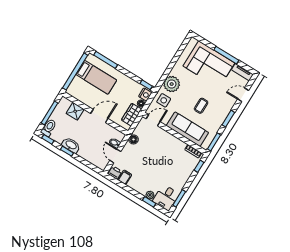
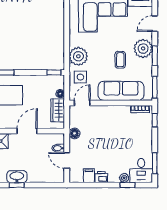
nightstand: (145, 95) -> (59, 83), removed
plant: (223, 108) -> (143, 49), added
printer: (115, 173) -> (101, 177), moved

